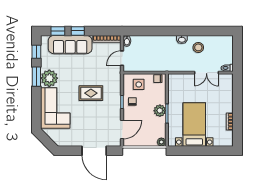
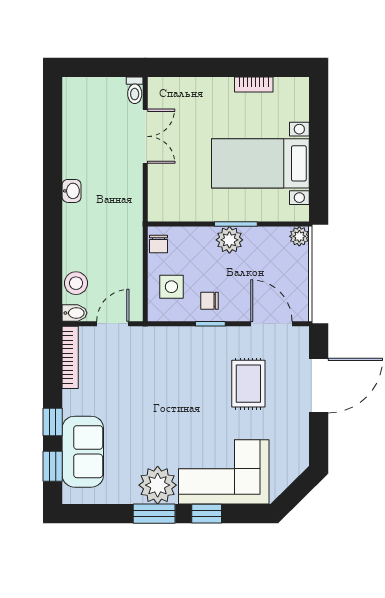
sofa: (70, 45) -> (83, 452), width x0.73
stool: (198, 47) -> (76, 283), moved
window: (36, 52) -> (207, 514), moved
door: (122, 58) -> (113, 324), swing flipped
rug: (91, 93) -> (248, 384), moved

